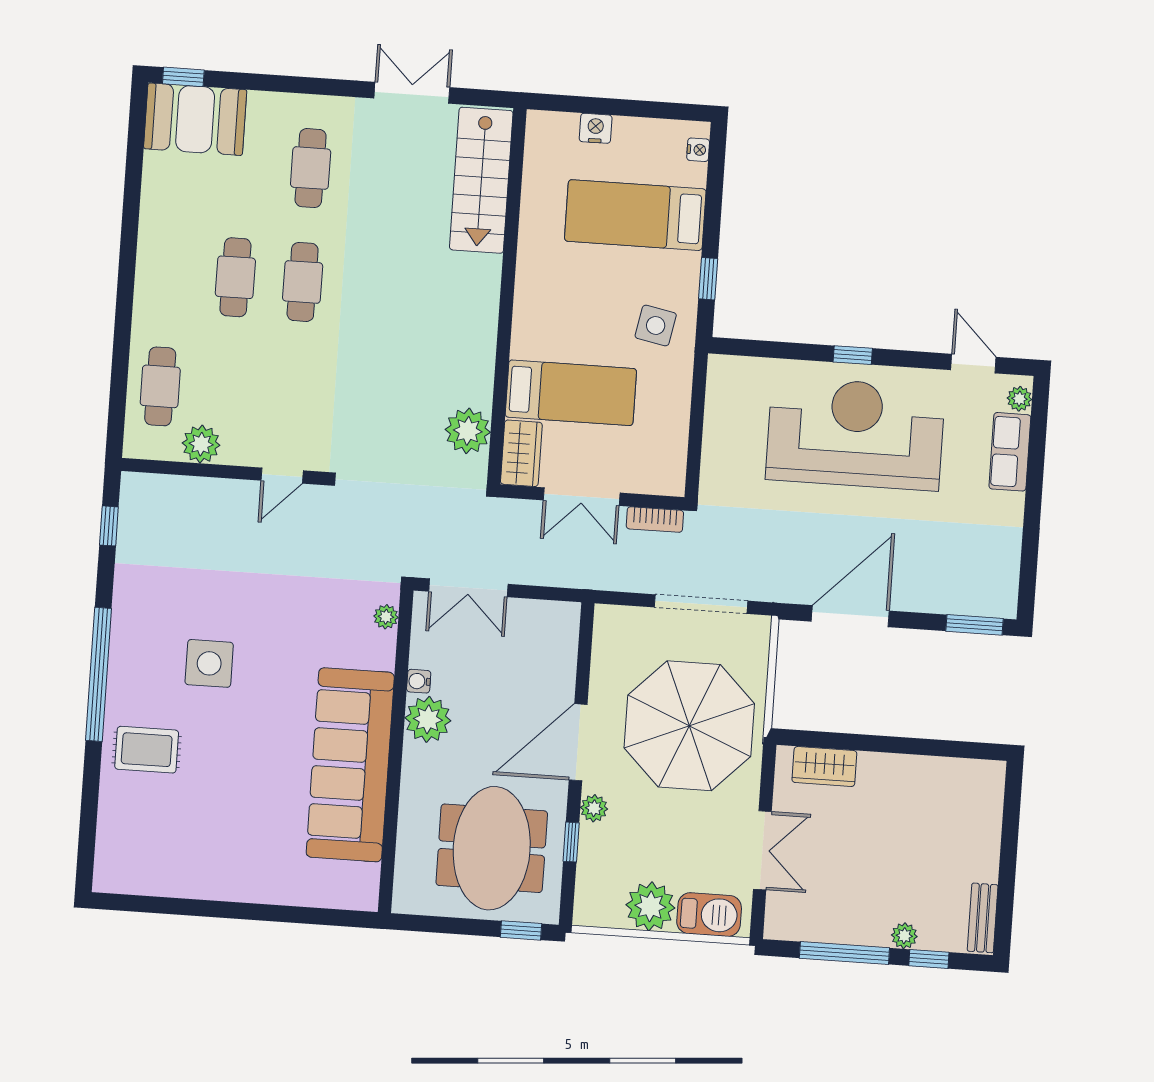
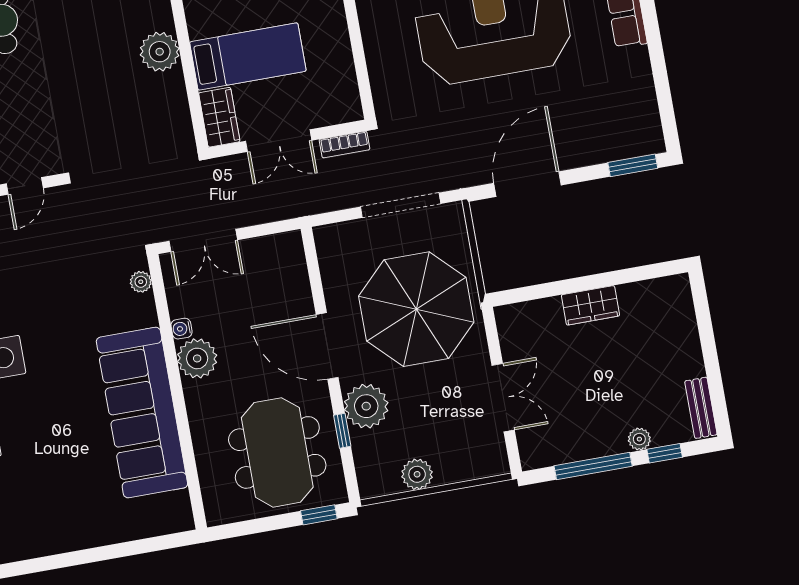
plant: (468, 431) -> (160, 52), moved
door: (578, 742) -> (327, 346), hinge flipped
wardrobe: (824, 767) -> (590, 305), moved
plant: (594, 808) -> (366, 406), width x1.88, depth x1.88
plant: (650, 906) -> (417, 474), width x0.73, depth x0.73
barbecue: (709, 915) -> (472, 462), removed

